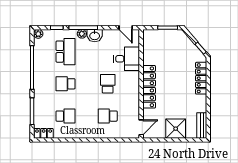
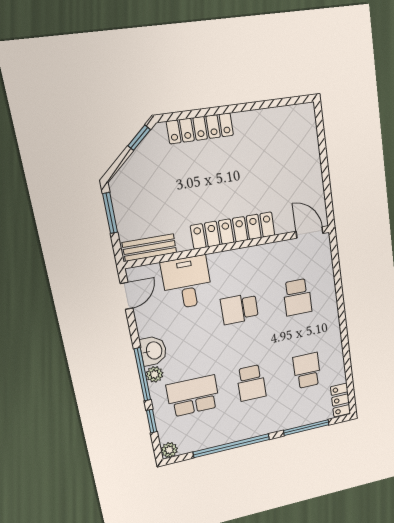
bench: (202, 126) -> (149, 248), moved
shower: (176, 129) -> (303, 166), removed

